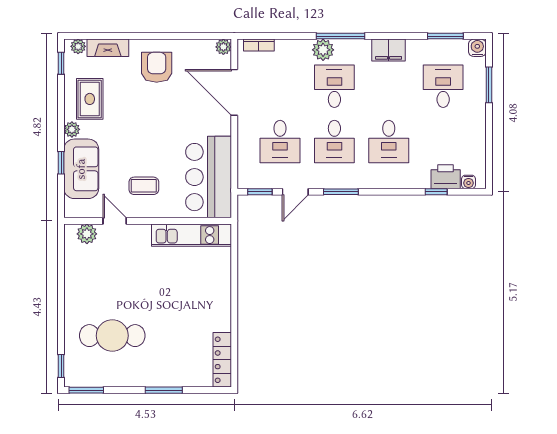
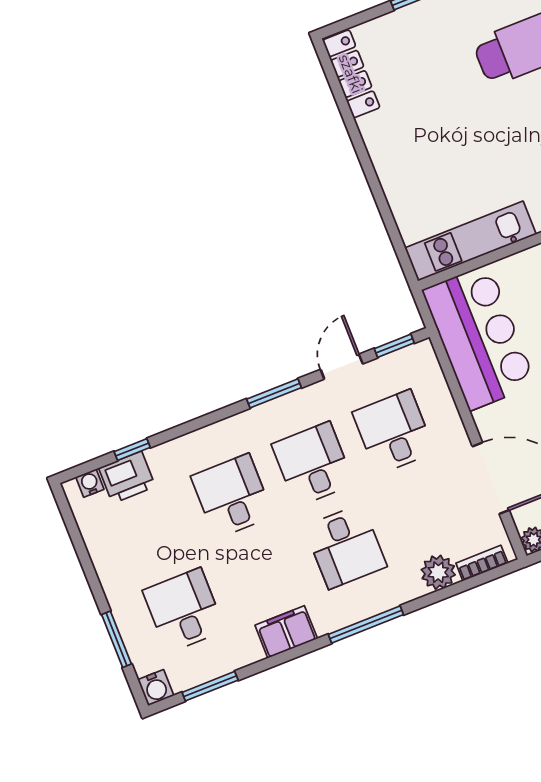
plant: (323, 50) -> (438, 572), moved
desk: (443, 86) -> (184, 610), turned 180

